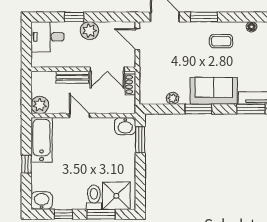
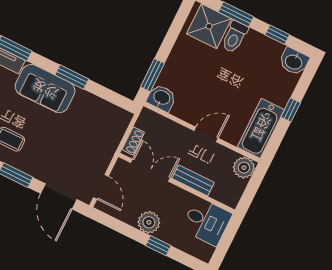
desk: (48, 37) -> (207, 222), moved
plant: (173, 98) -> (94, 103), removed
door: (79, 116) -> (206, 134), swing flipped

